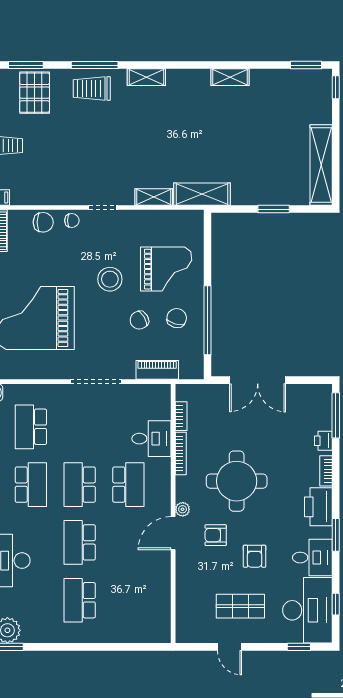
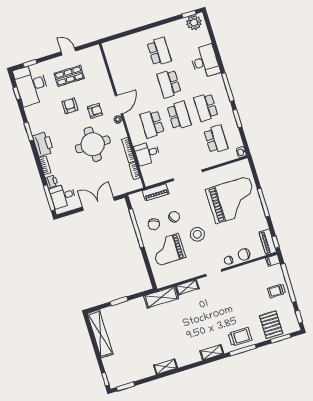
school desk: (80, 542) -> (169, 84), turned 180
desk: (312, 558) -> (63, 196), moved

